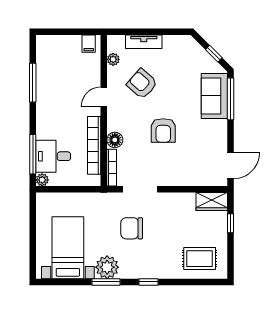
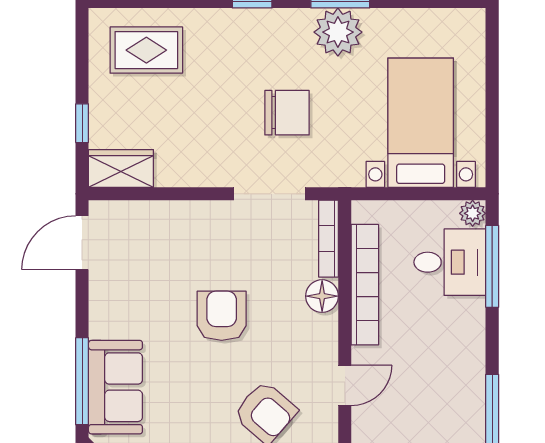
bed with nightstands: (68, 248) -> (421, 123), moved, turned 180

